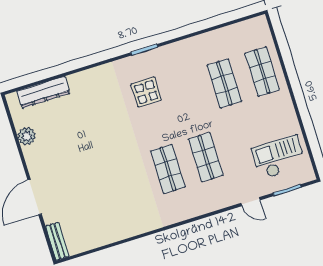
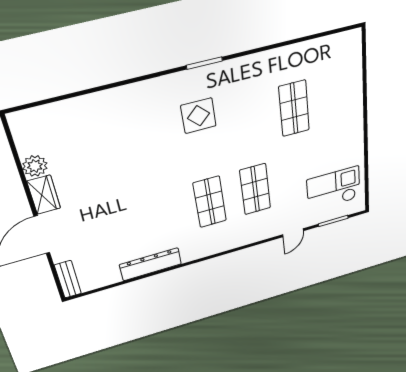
shop shelf: (262, 72) -> (340, 96), removed
dresser: (43, 92) -> (151, 264), moved, turned 180
wardrobe: (34, 161) -> (44, 195), added
door: (250, 202) -> (293, 233), hinge flipped

